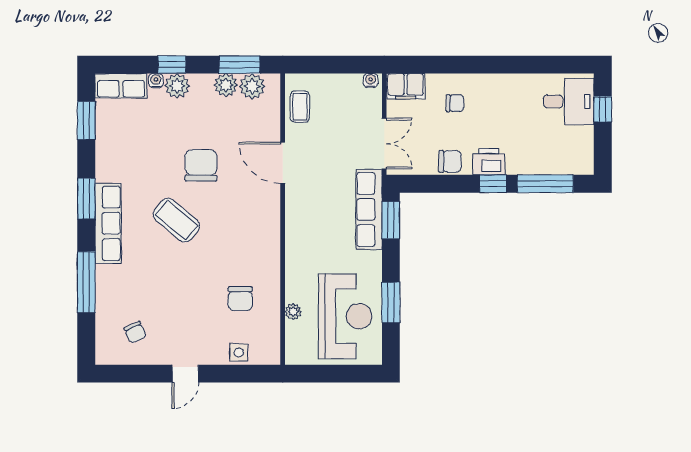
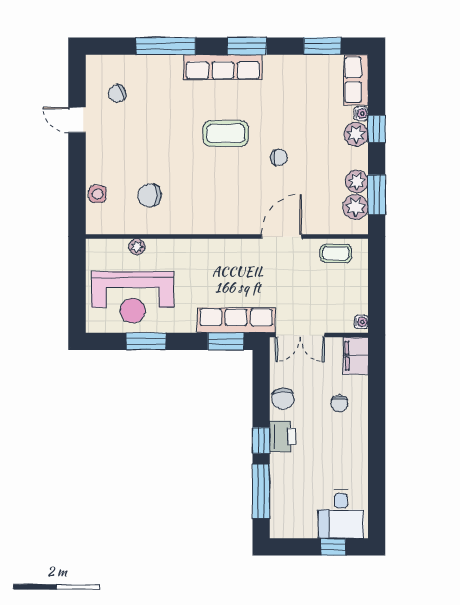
chair: (201, 165) -> (279, 157), width x0.54, depth x0.54
coffee table: (176, 220) -> (226, 134), turned 50
door: (185, 374) -> (77, 120), moved

